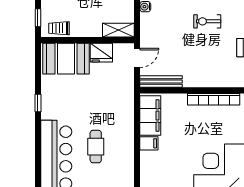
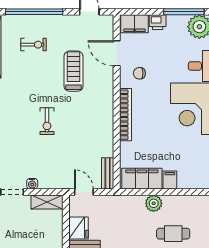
shelving: (118, 30) -> (47, 202), moved, turned 90
bench: (161, 81) -> (108, 173), width x0.73
plant: (126, 127) -> (154, 203), added

